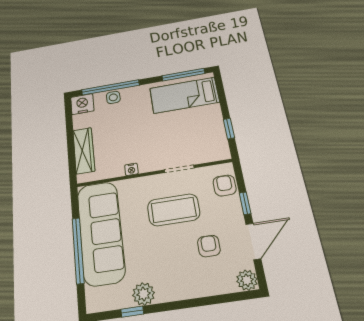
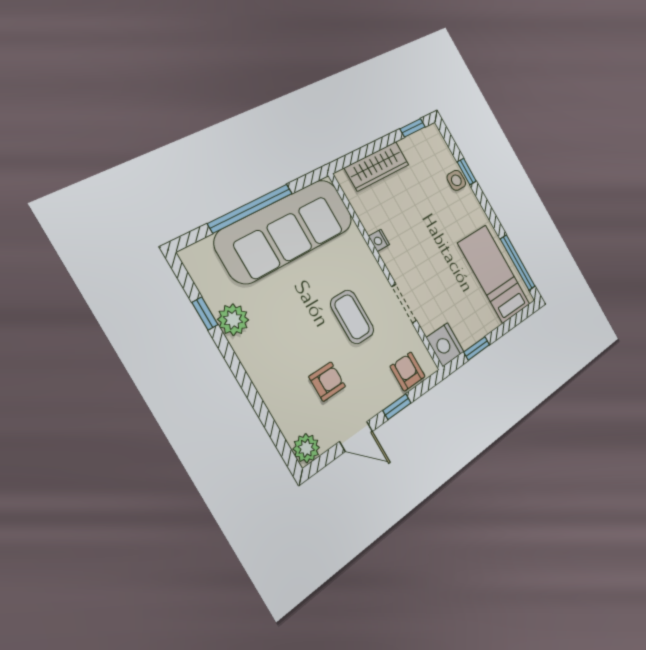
window: (110, 87) -> (467, 172), width x0.32
nightstand: (82, 104) -> (445, 345), moved, turned 180
window: (69, 115) -> (413, 128), added
armchair: (225, 185) -> (408, 371), turned -90
coffee table: (174, 210) -> (352, 317), width x0.73, depth x0.76
door: (253, 241) -> (356, 436), width x0.73

